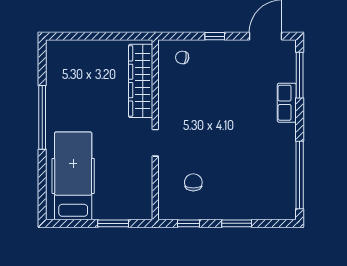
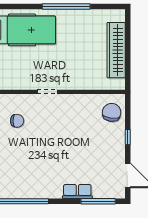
chair: (182, 57) -> (112, 112), width x1.87, depth x1.87
wardrobe: (141, 81) -> (116, 50), moved, turned -90

